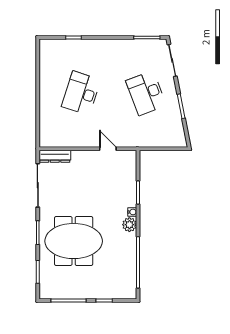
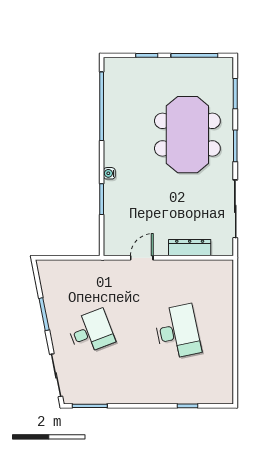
desk: (81, 93) -> (177, 332), turned -30
desk: (146, 93) -> (91, 332), width x0.73
door: (108, 149) -> (142, 258), swing flipped
dresser: (55, 156) -> (190, 248), moved
plant: (129, 225) -> (113, 156), removed
meeting table: (74, 241) -> (187, 135), turned 90

